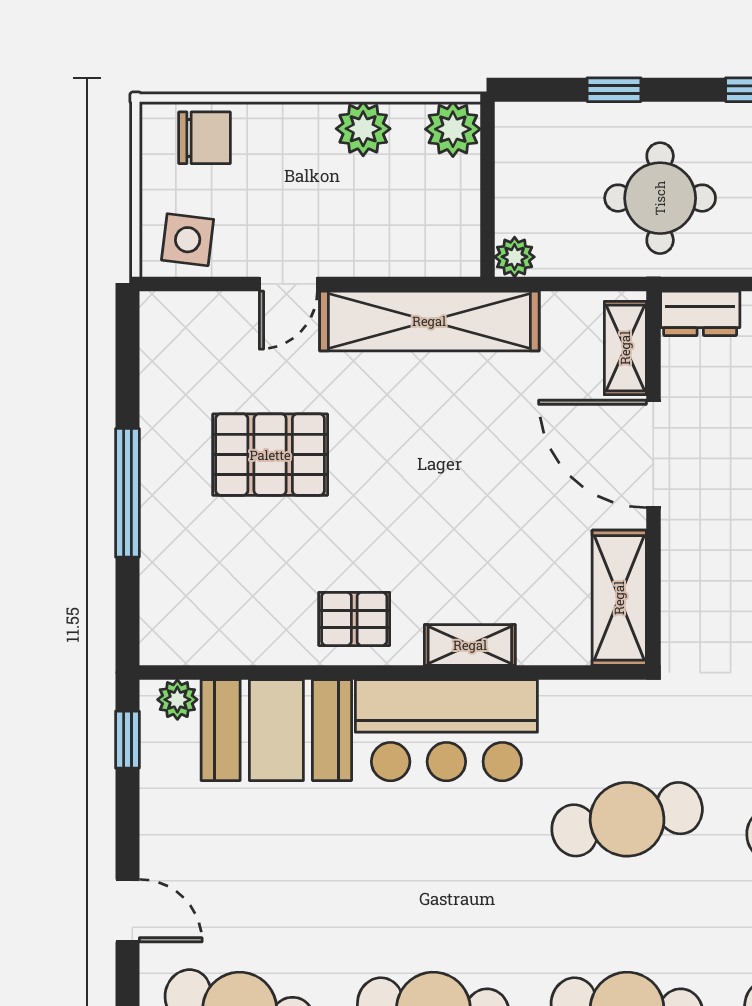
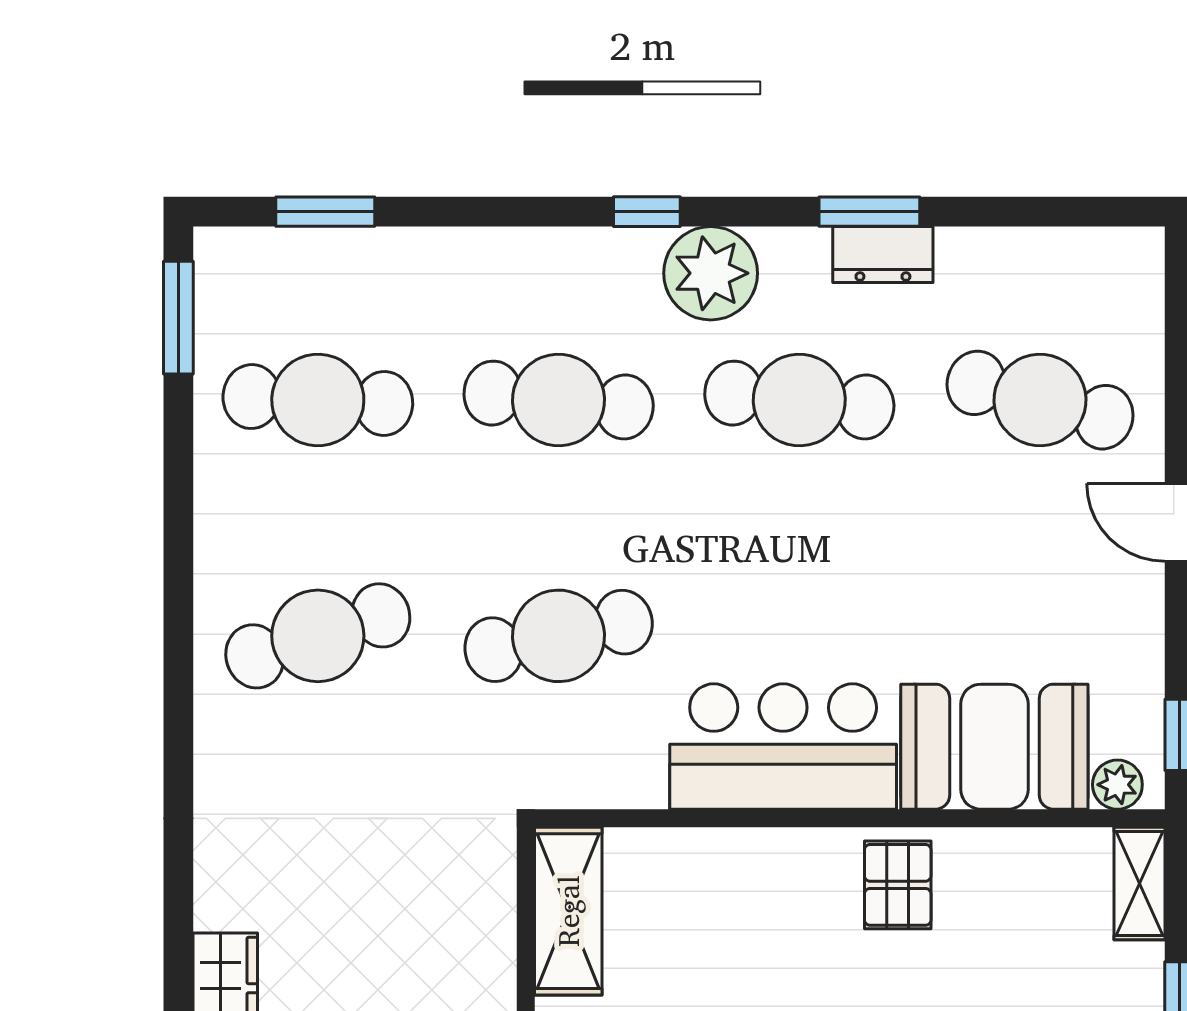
pallet: (354, 619) -> (898, 885), turned 90
shelving: (470, 645) -> (1139, 884), moved, turned 90

